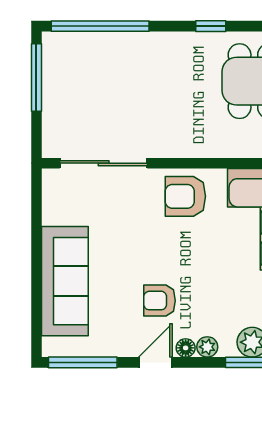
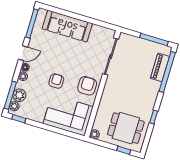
piano: (95, 45) -> (160, 67), added
armchair: (160, 301) -> (56, 81), moved
door: (155, 362) -> (23, 53), hinge flipped

